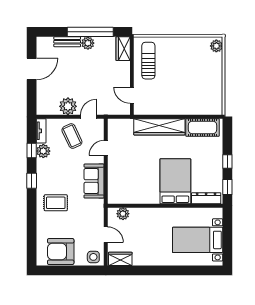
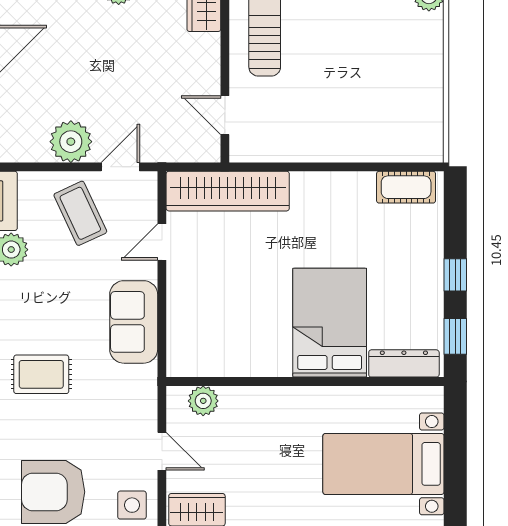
wardrobe: (159, 127) -> (228, 191), moved
cot: (202, 127) -> (406, 187), width x0.73, depth x0.75

